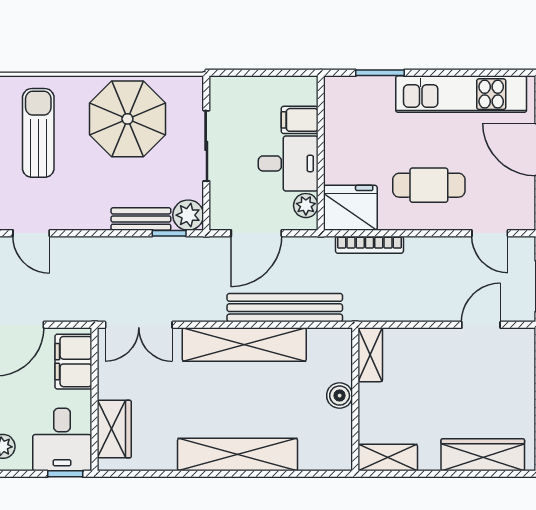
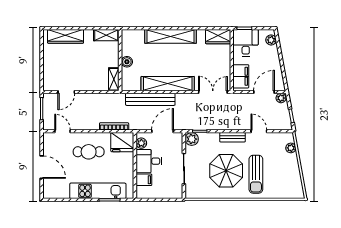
kitchen unit: (461, 94) -> (98, 191), moved
parasol: (127, 119) -> (226, 171), moved
bench: (141, 219) -> (233, 137), moved
wardrobe: (114, 429) -> (218, 37), moved, turned -90

